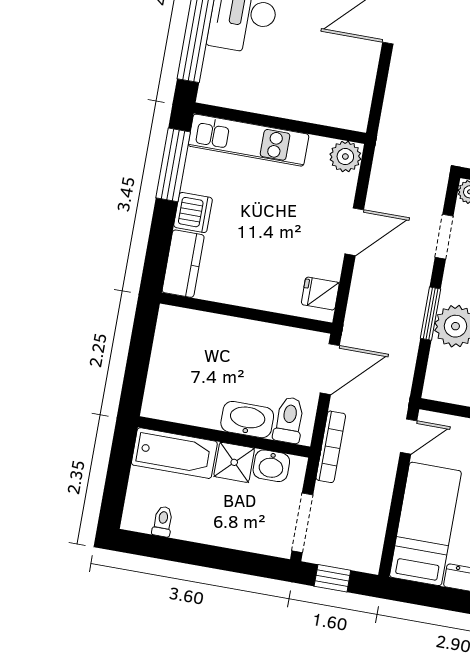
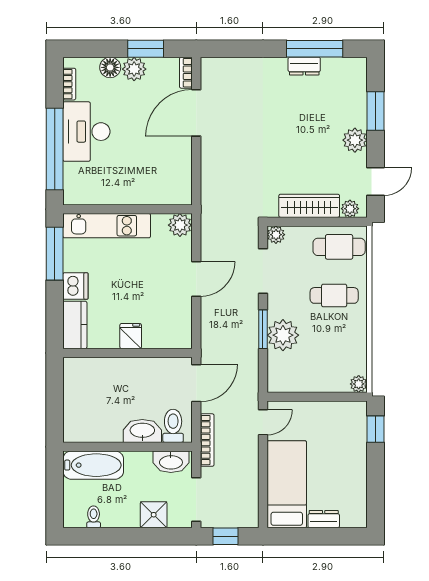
doorway: (444, 237) -> (263, 271), width x1.38
fridge: (320, 294) -> (131, 336), moved, turned 90
shower: (234, 462) -> (154, 515), moved
washbasin: (271, 466) -> (171, 462), width x1.38

